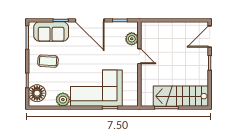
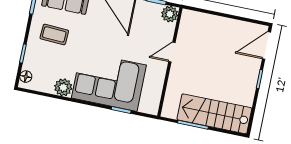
plant: (132, 39) -> (170, 14), moved
door: (139, 56) -> (172, 52), swing flipped
floor lamp: (37, 93) -> (26, 77), width x0.53, depth x0.53

